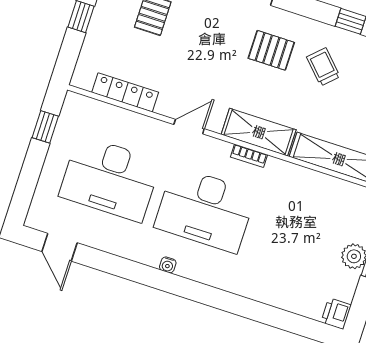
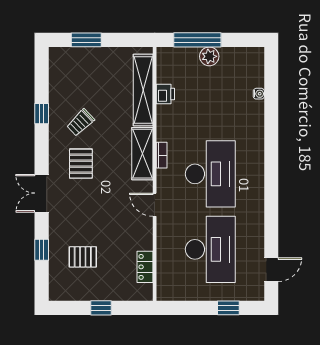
locker: (125, 92) -> (145, 267), width x0.66
window: (45, 127) -> (228, 308), moved
water cooler: (168, 265) -> (259, 94), moved
printer: (336, 314) -> (165, 94), moved, turned -90

